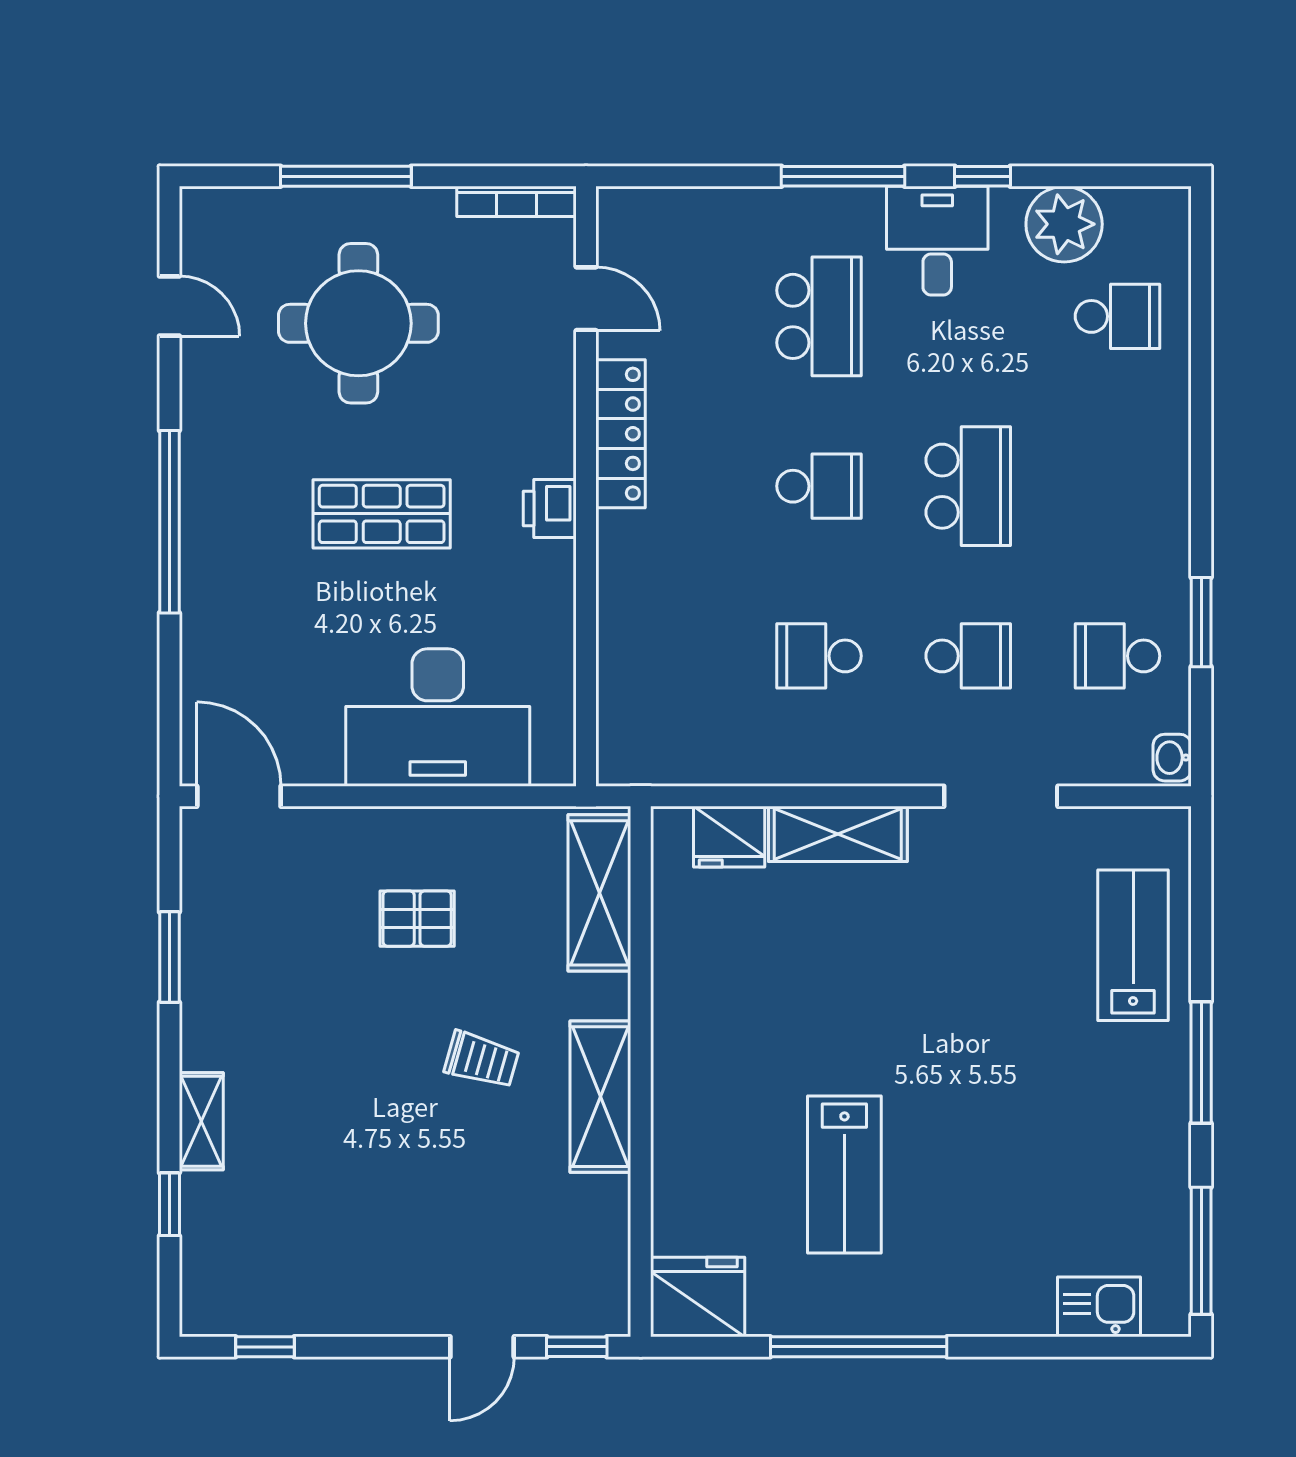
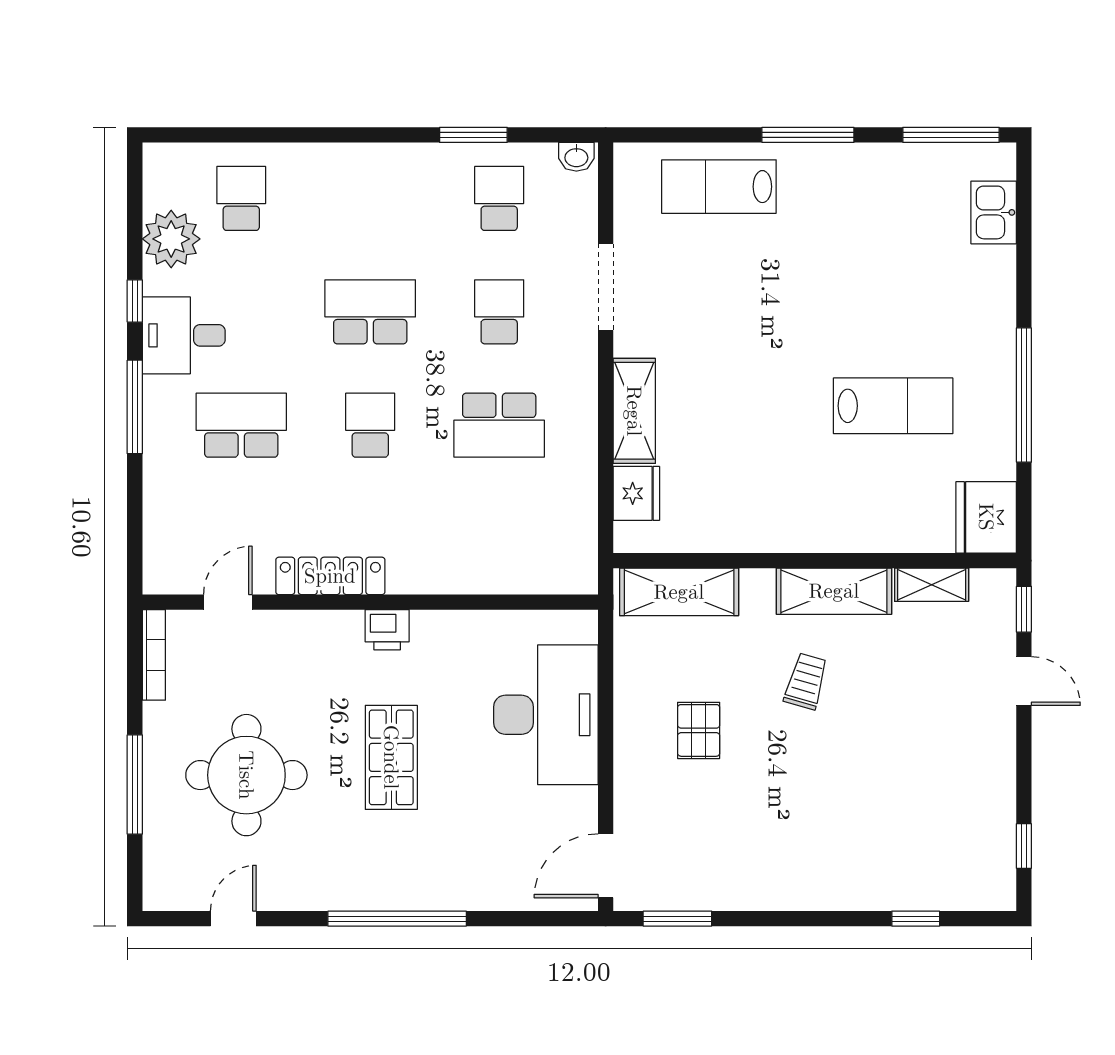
school desk: (819, 656) -> (499, 425), width x1.85
school desk: (1117, 656) -> (499, 198), turned 180
window: (169, 957) -> (677, 919), moved
shelving: (201, 1121) -> (932, 585), moved

